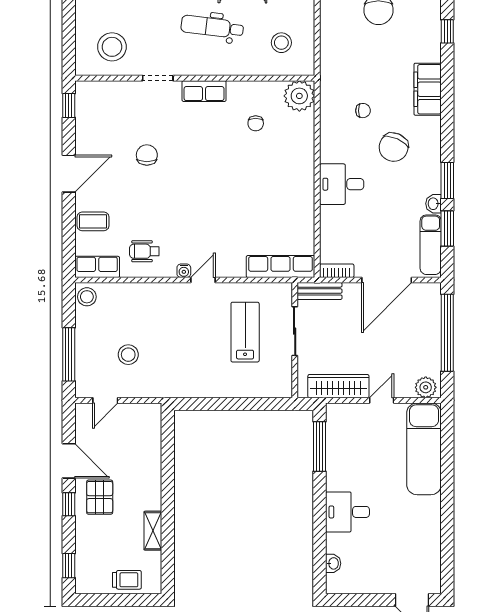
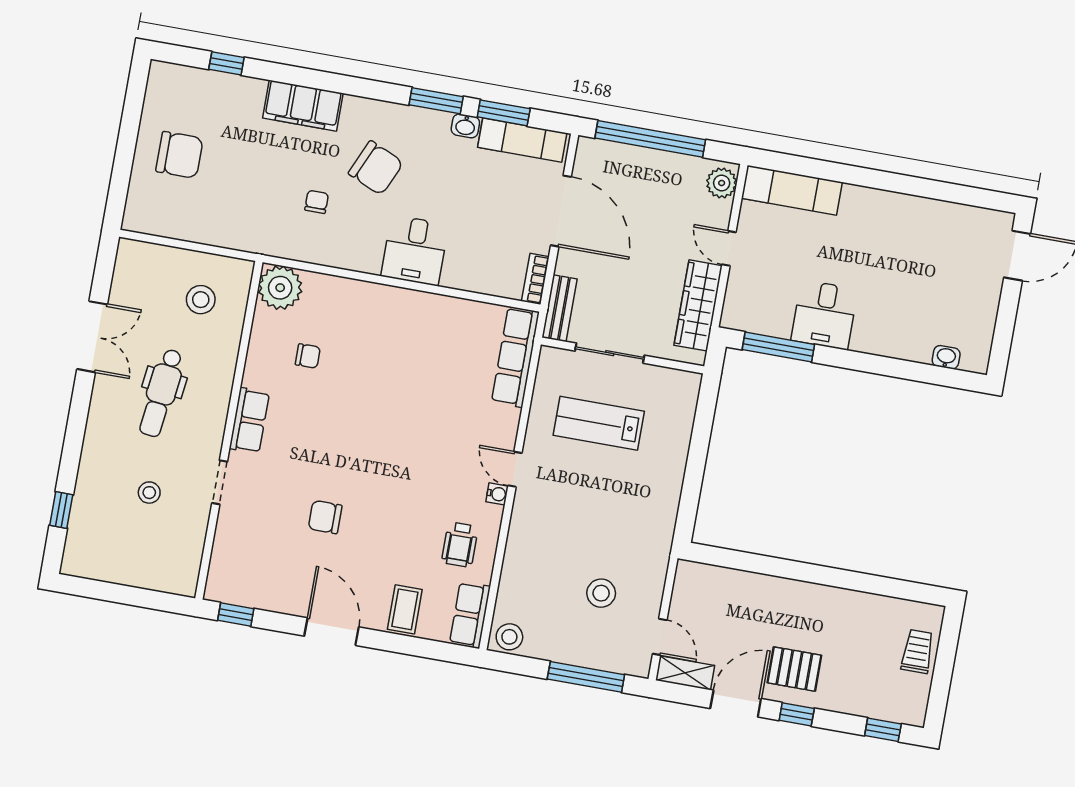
stool: (112, 47) -> (149, 493), moved, width x0.53, depth x0.53
exam couch: (424, 449) -> (792, 190), width x0.73, depth x0.69
desk: (347, 512) -> (824, 315), moved
shelving: (153, 531) -> (685, 673), moved

